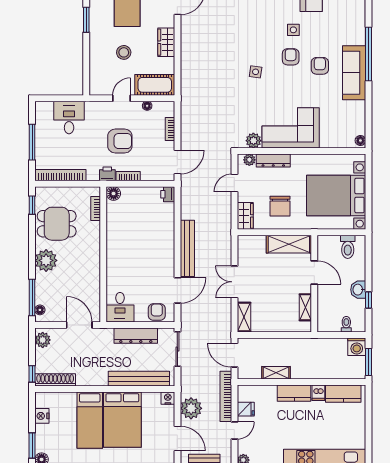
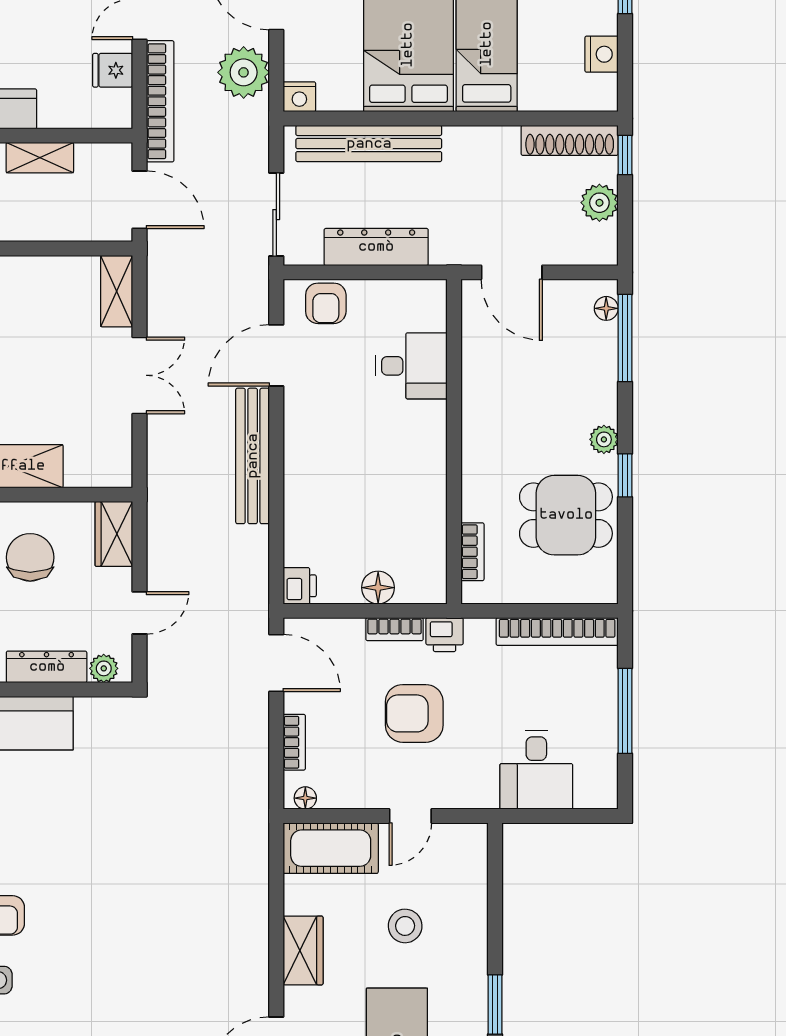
side table: (256, 72) -> (89, 879), removed
floor lamp: (147, 106) -> (305, 798), moved
plant: (253, 141) -> (94, 715), removed
door: (177, 162) -> (276, 663), swing flipped
floor lamp: (114, 194) -> (378, 588), moved
window: (32, 205) -> (625, 475), moved
plant: (46, 260) -> (604, 439), width x0.53, depth x0.53
desk: (120, 307) -> (412, 366), moved, turned 90
plant: (43, 340) -> (599, 203), moved

